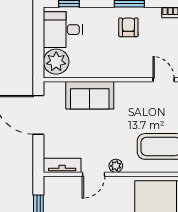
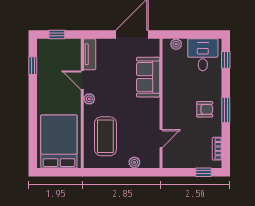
plant: (56, 62) -> (176, 44), width x0.53, depth x0.53

